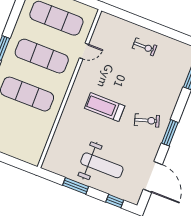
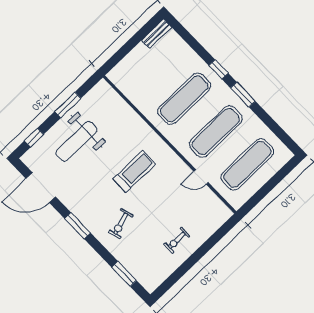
door: (84, 51) -> (201, 177), hinge flipped
exercise bike: (147, 120) -> (121, 224), moved

